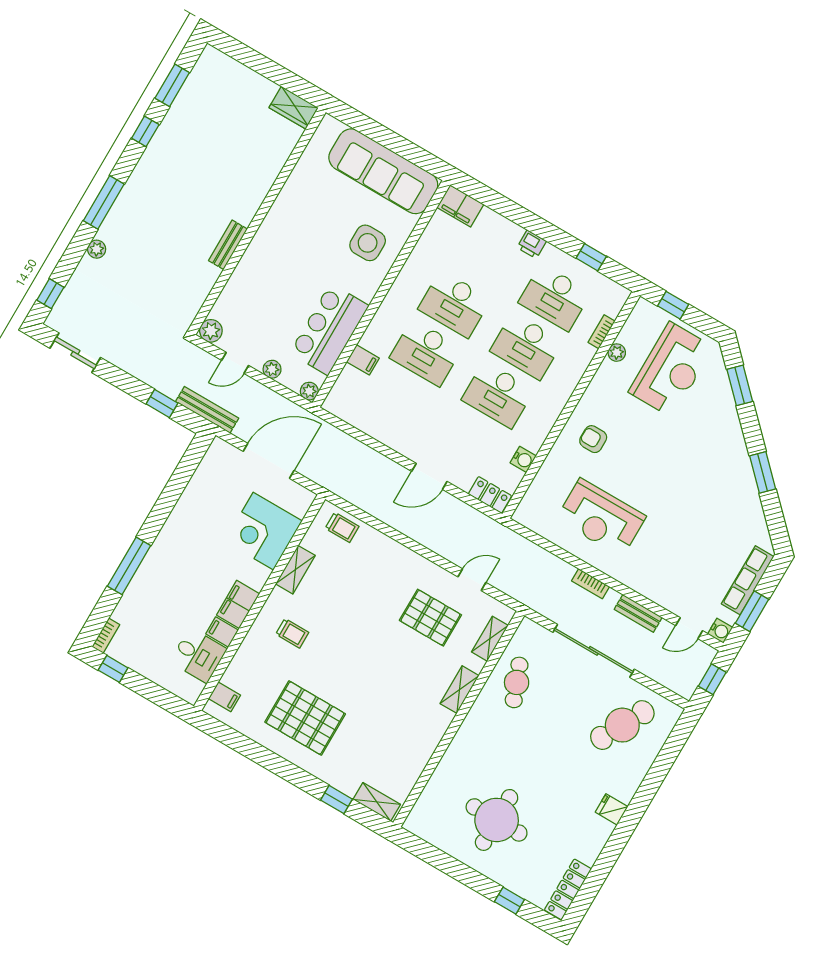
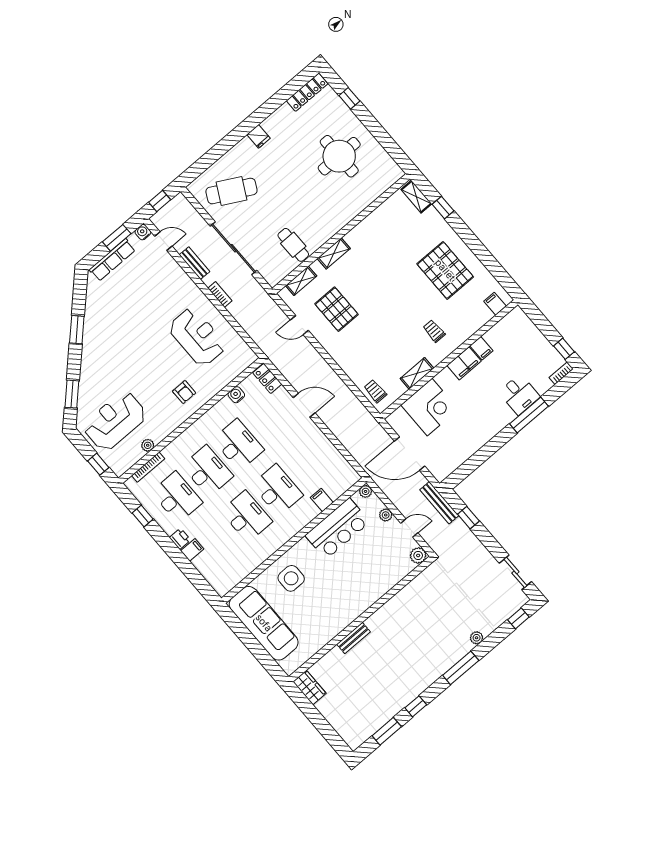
filing cabinet: (460, 206) -> (192, 550), moved, width x0.50
bench: (228, 245) -> (353, 638), moved
bookcase: (602, 332) -> (148, 467), width x1.56
desk: (198, 655) -> (519, 395), moved, turned 180
cafe table: (517, 682) -> (293, 245), turned -69

